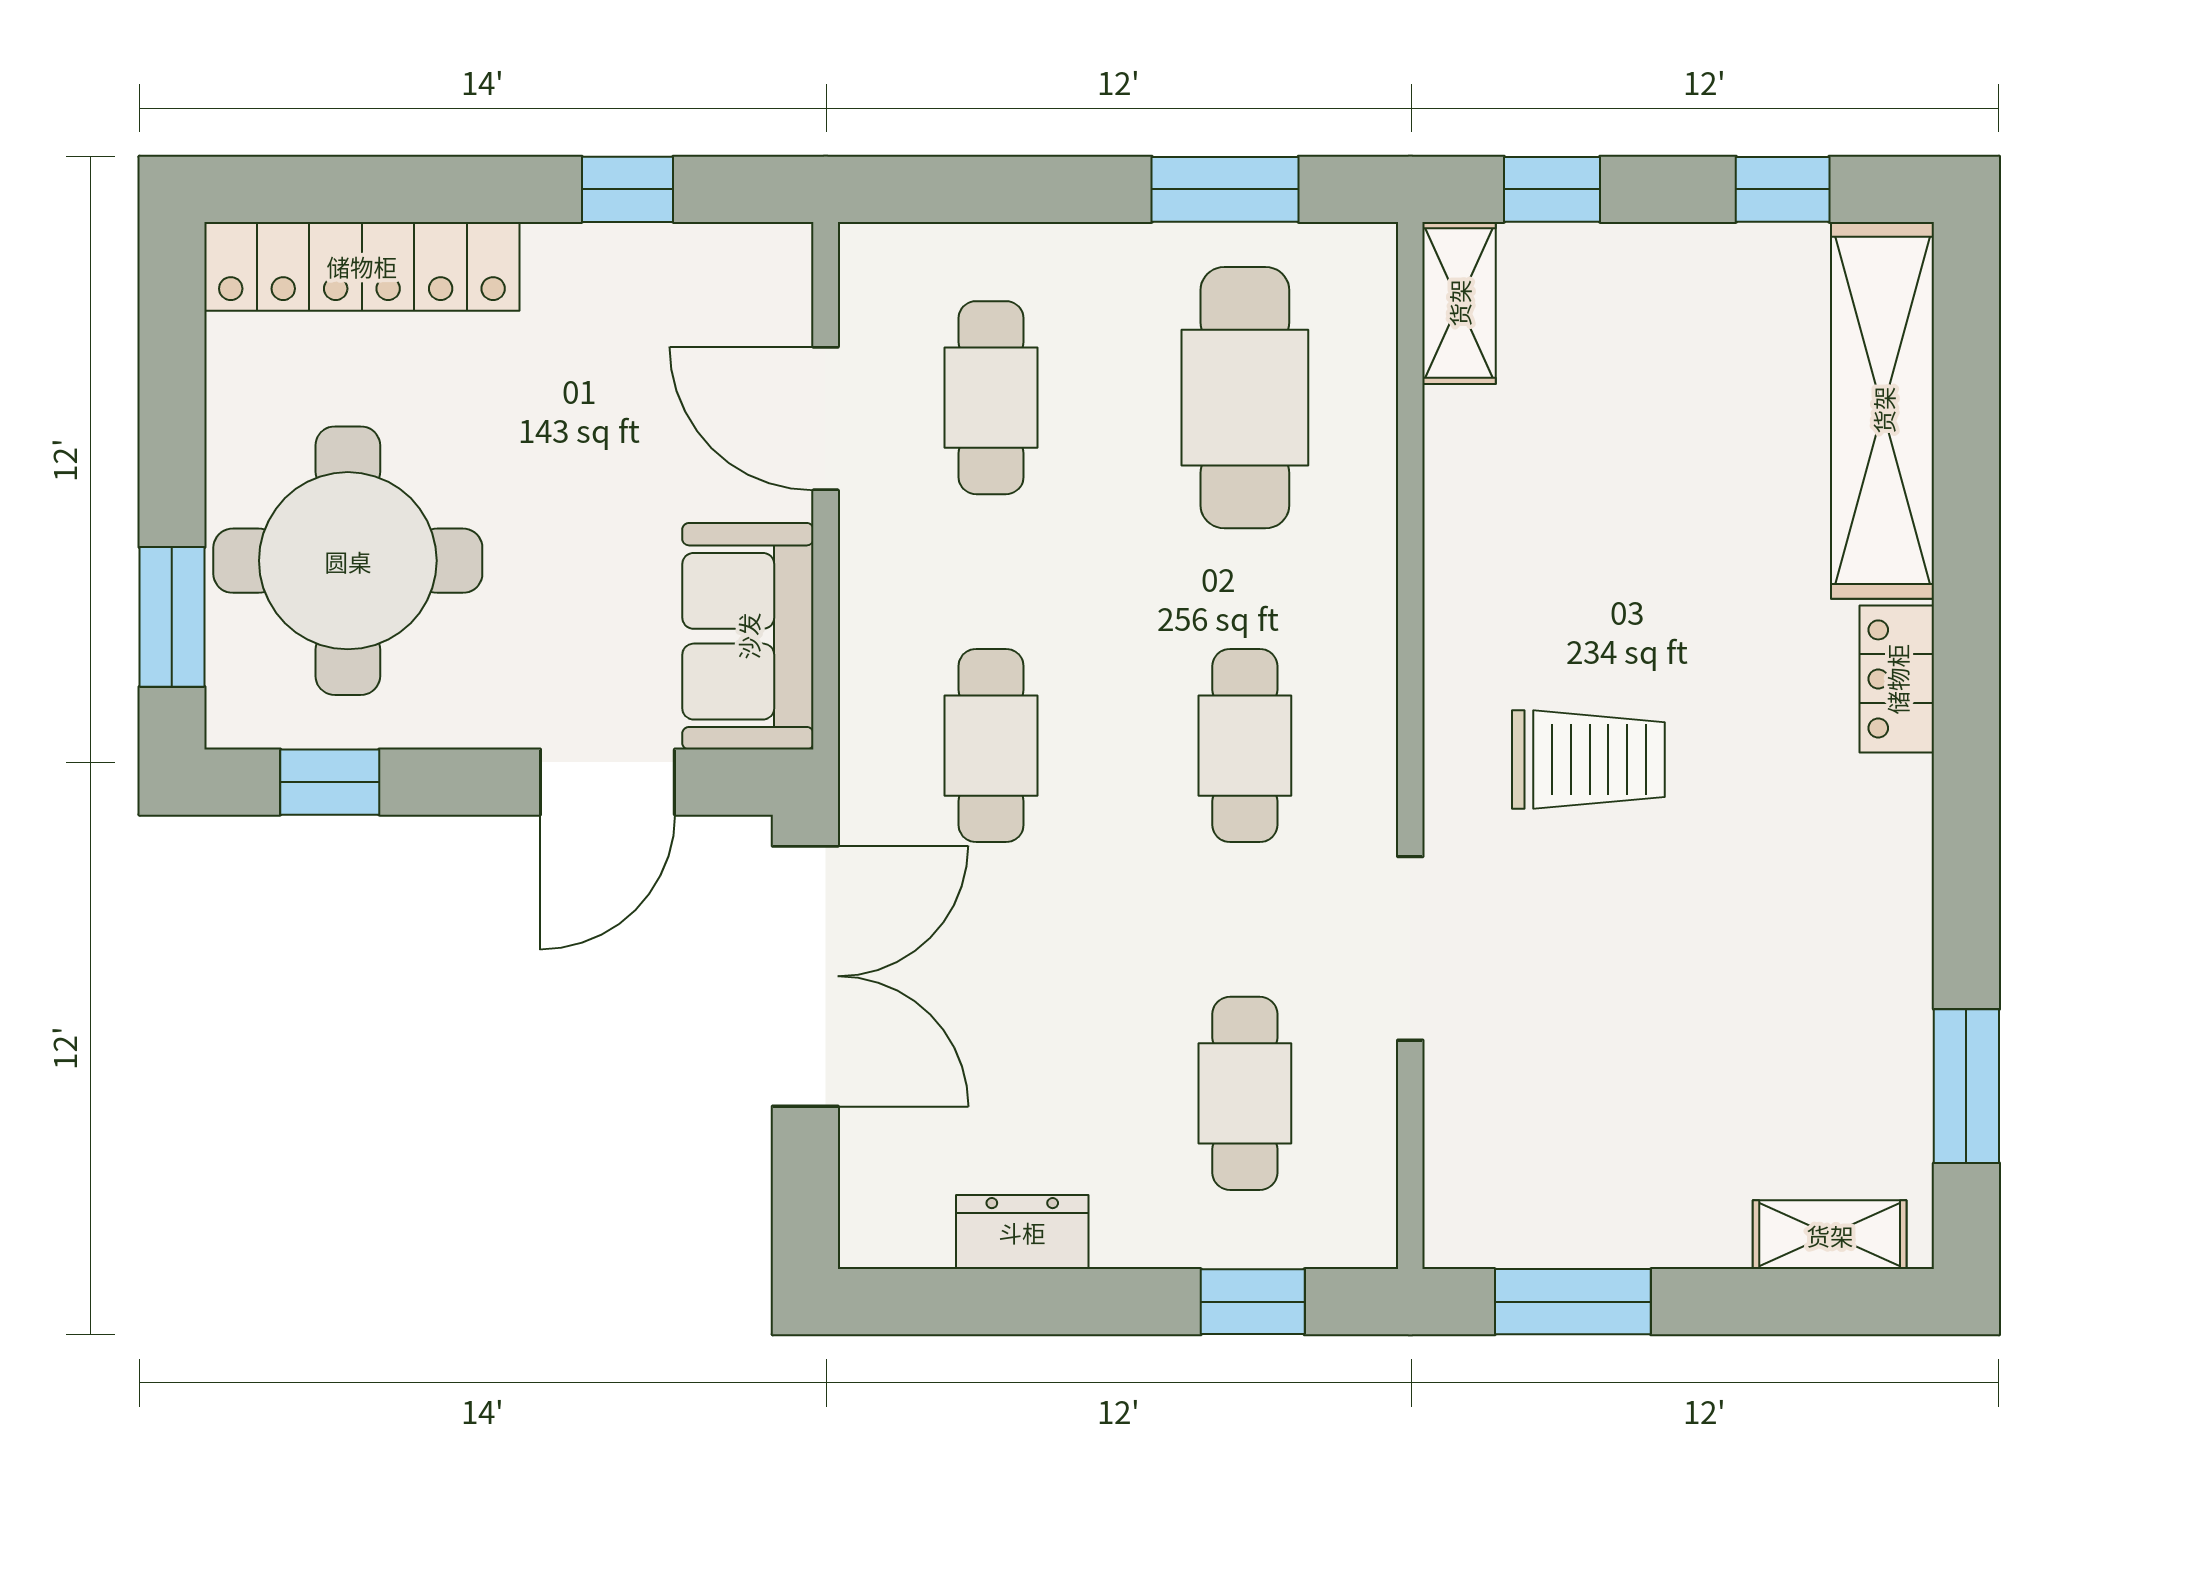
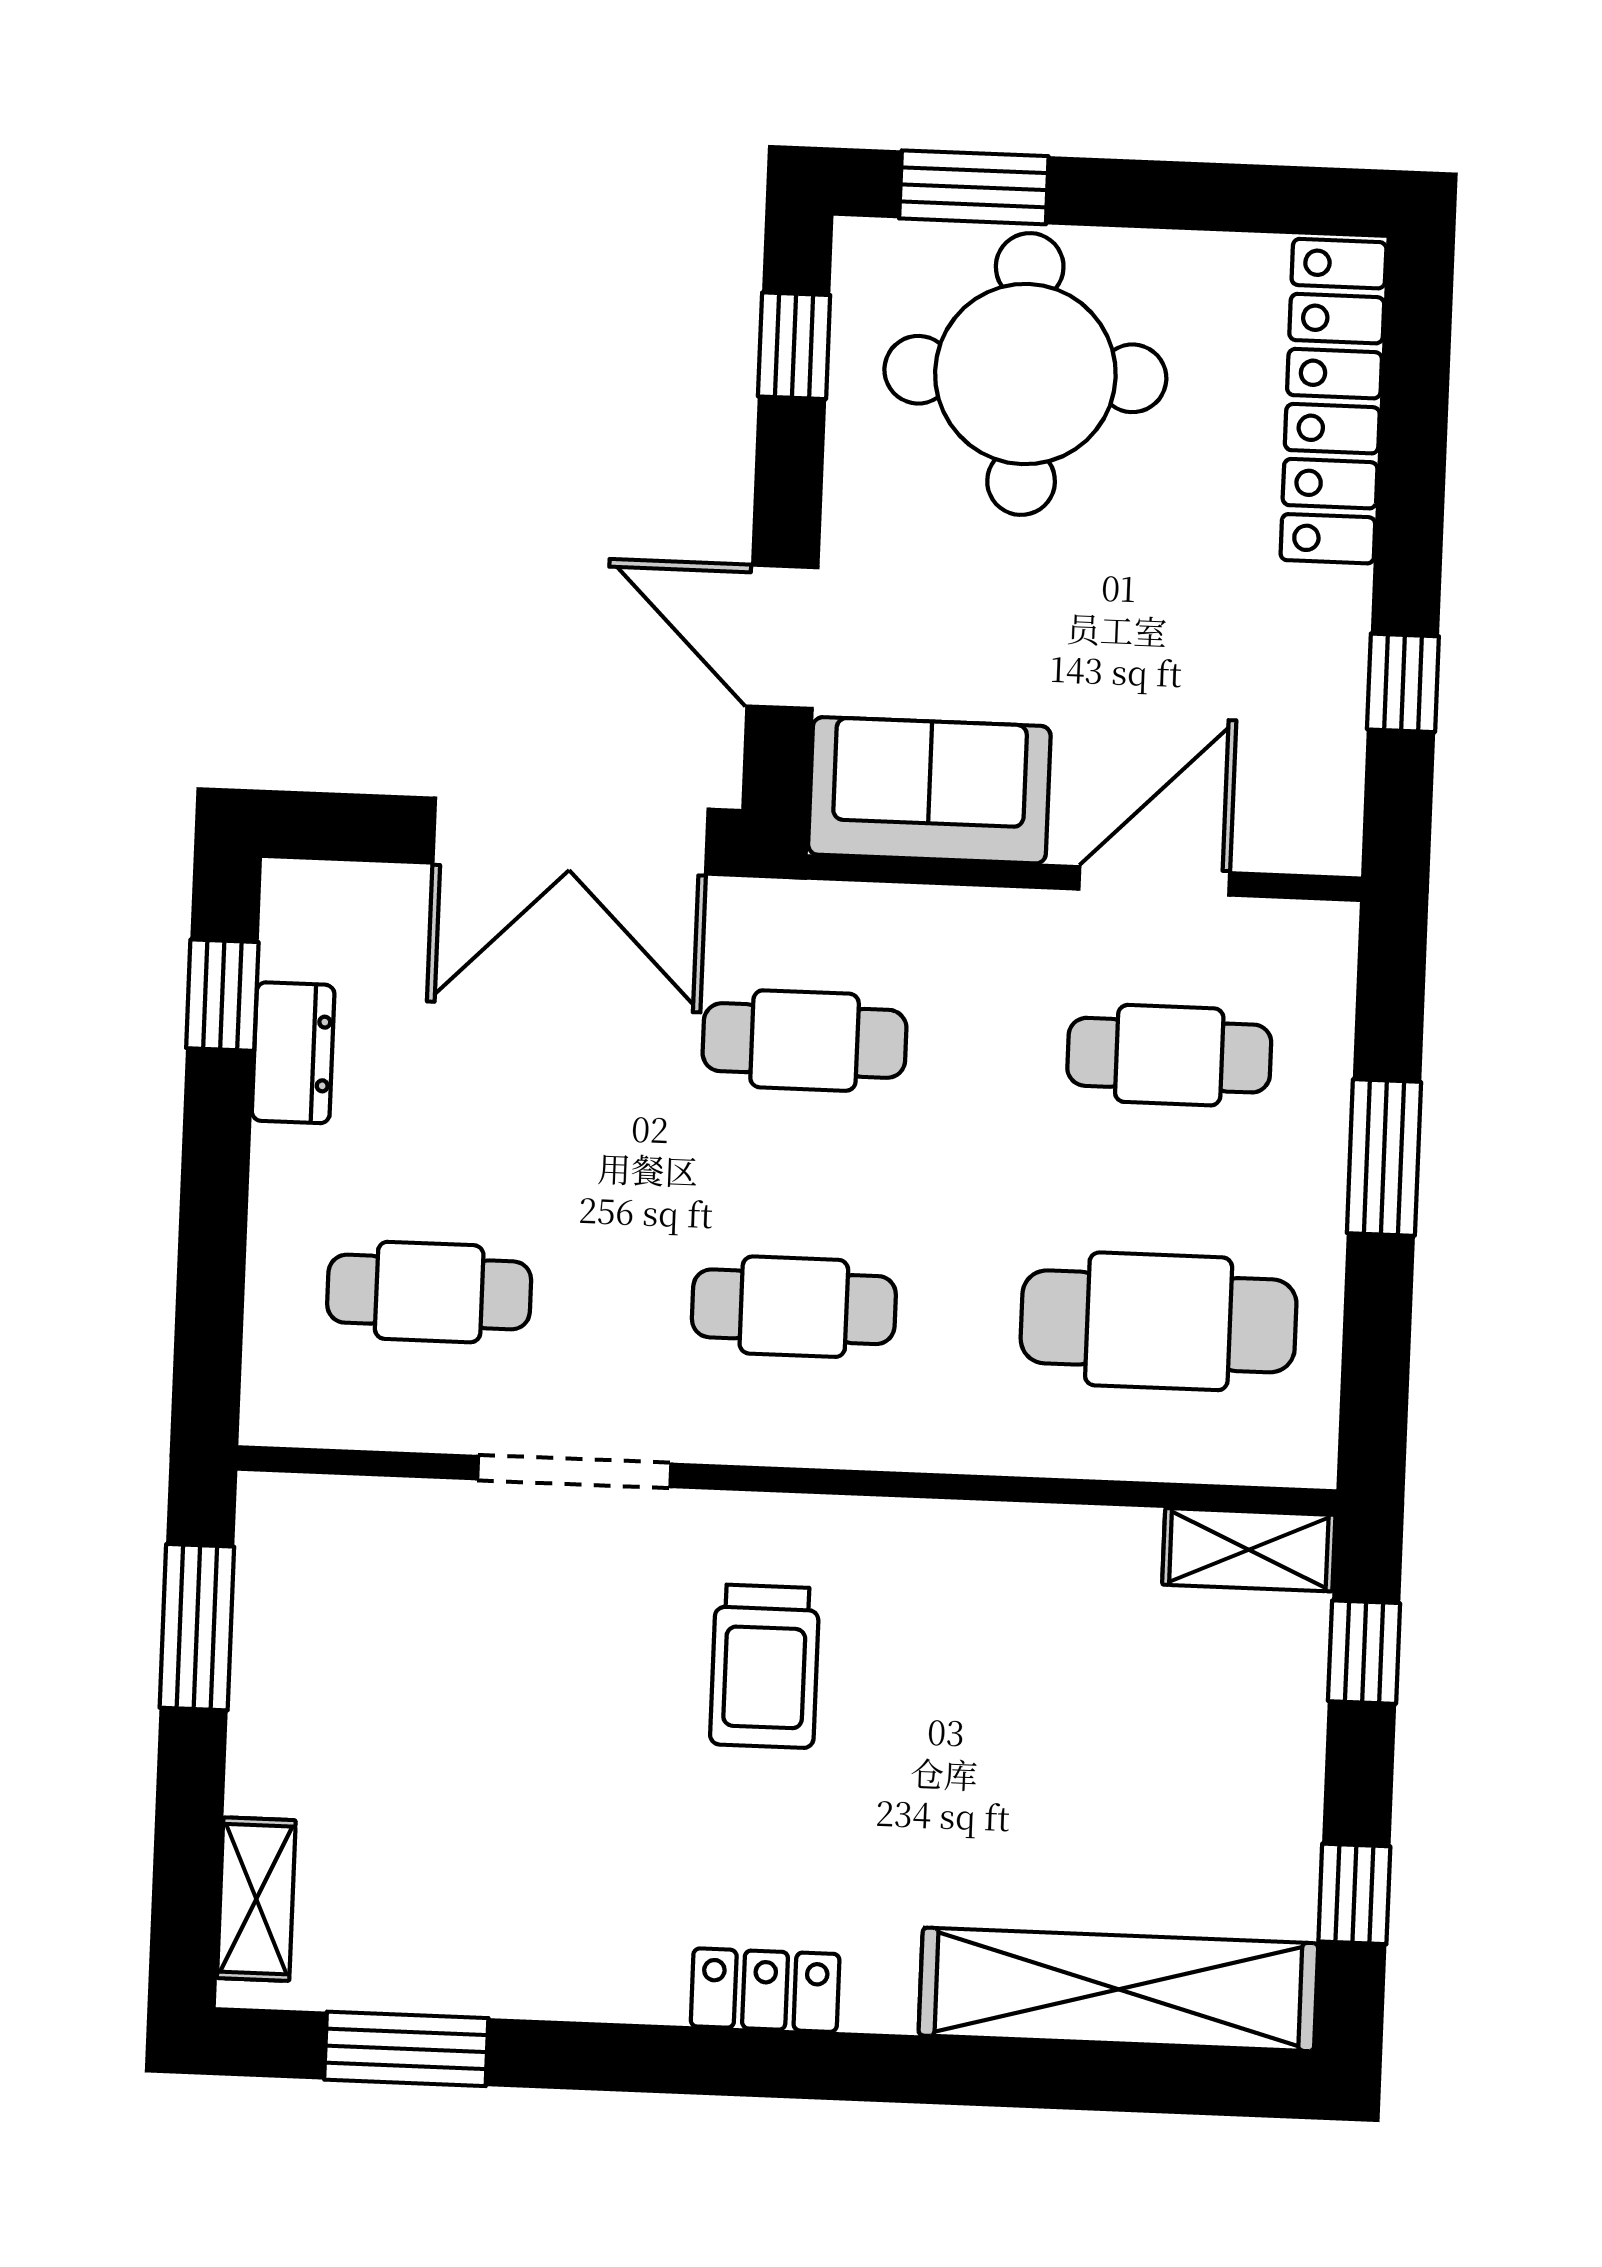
window: (1225, 189) -> (1384, 1158), moved
locker: (1897, 679) -> (765, 1990), moved
window: (1253, 1302) -> (222, 995), moved

